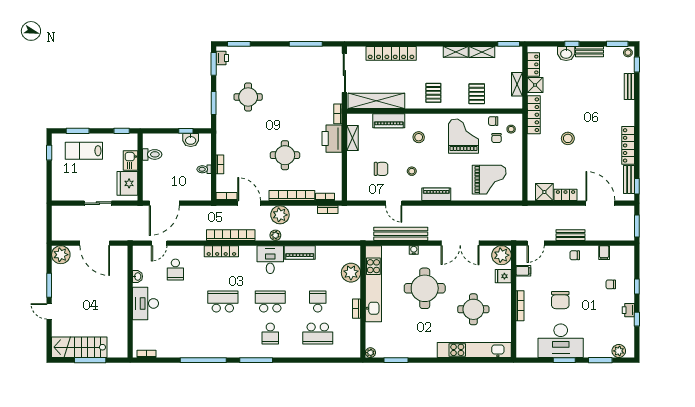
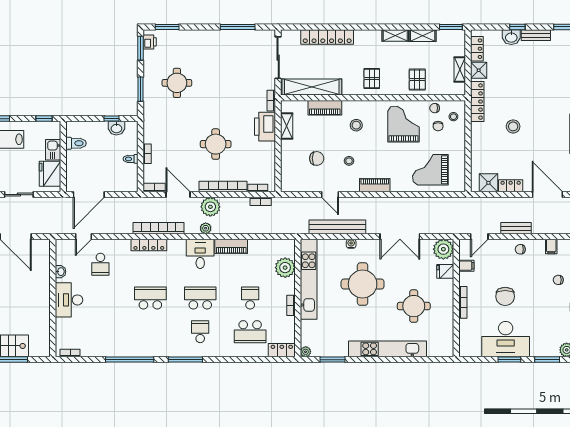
grand piano: (489, 180) -> (430, 170), turned 180
school desk: (270, 334) -> (200, 332), turned 180
kitchen unit: (474, 350) -> (387, 349), moved
locker: (348, 351) -> (282, 350), added

